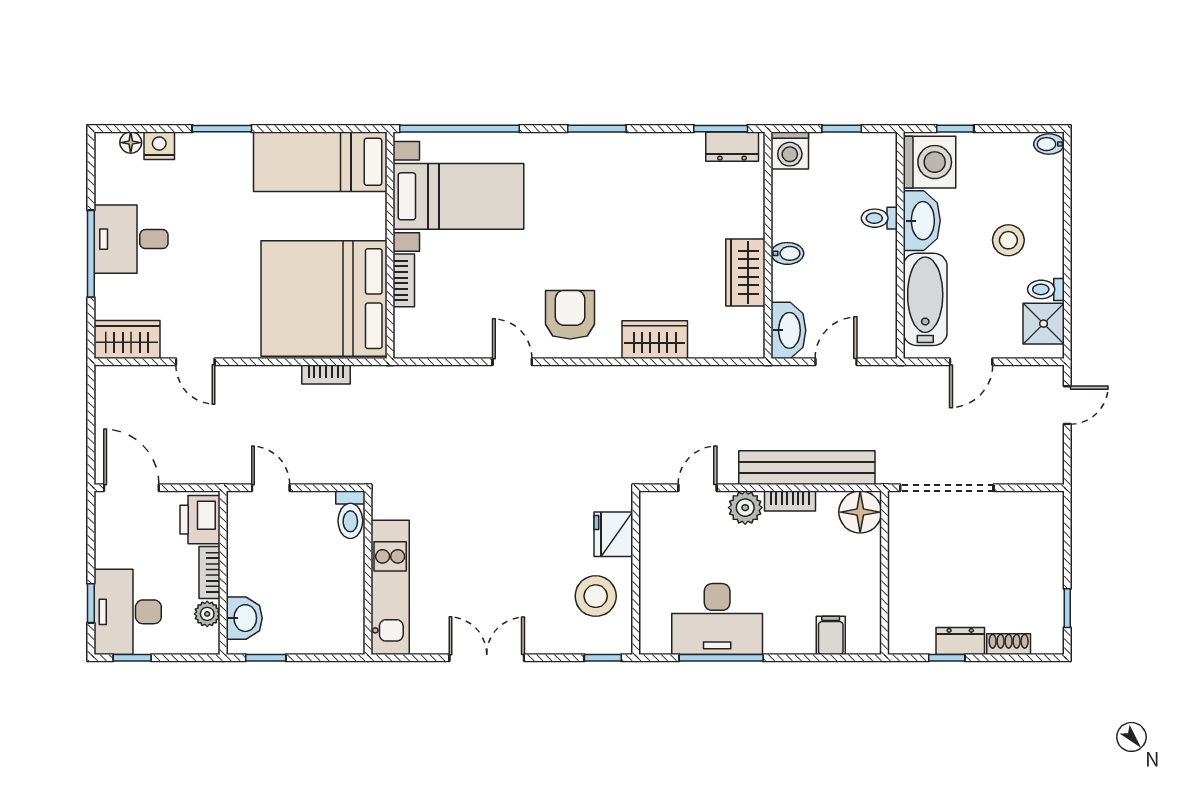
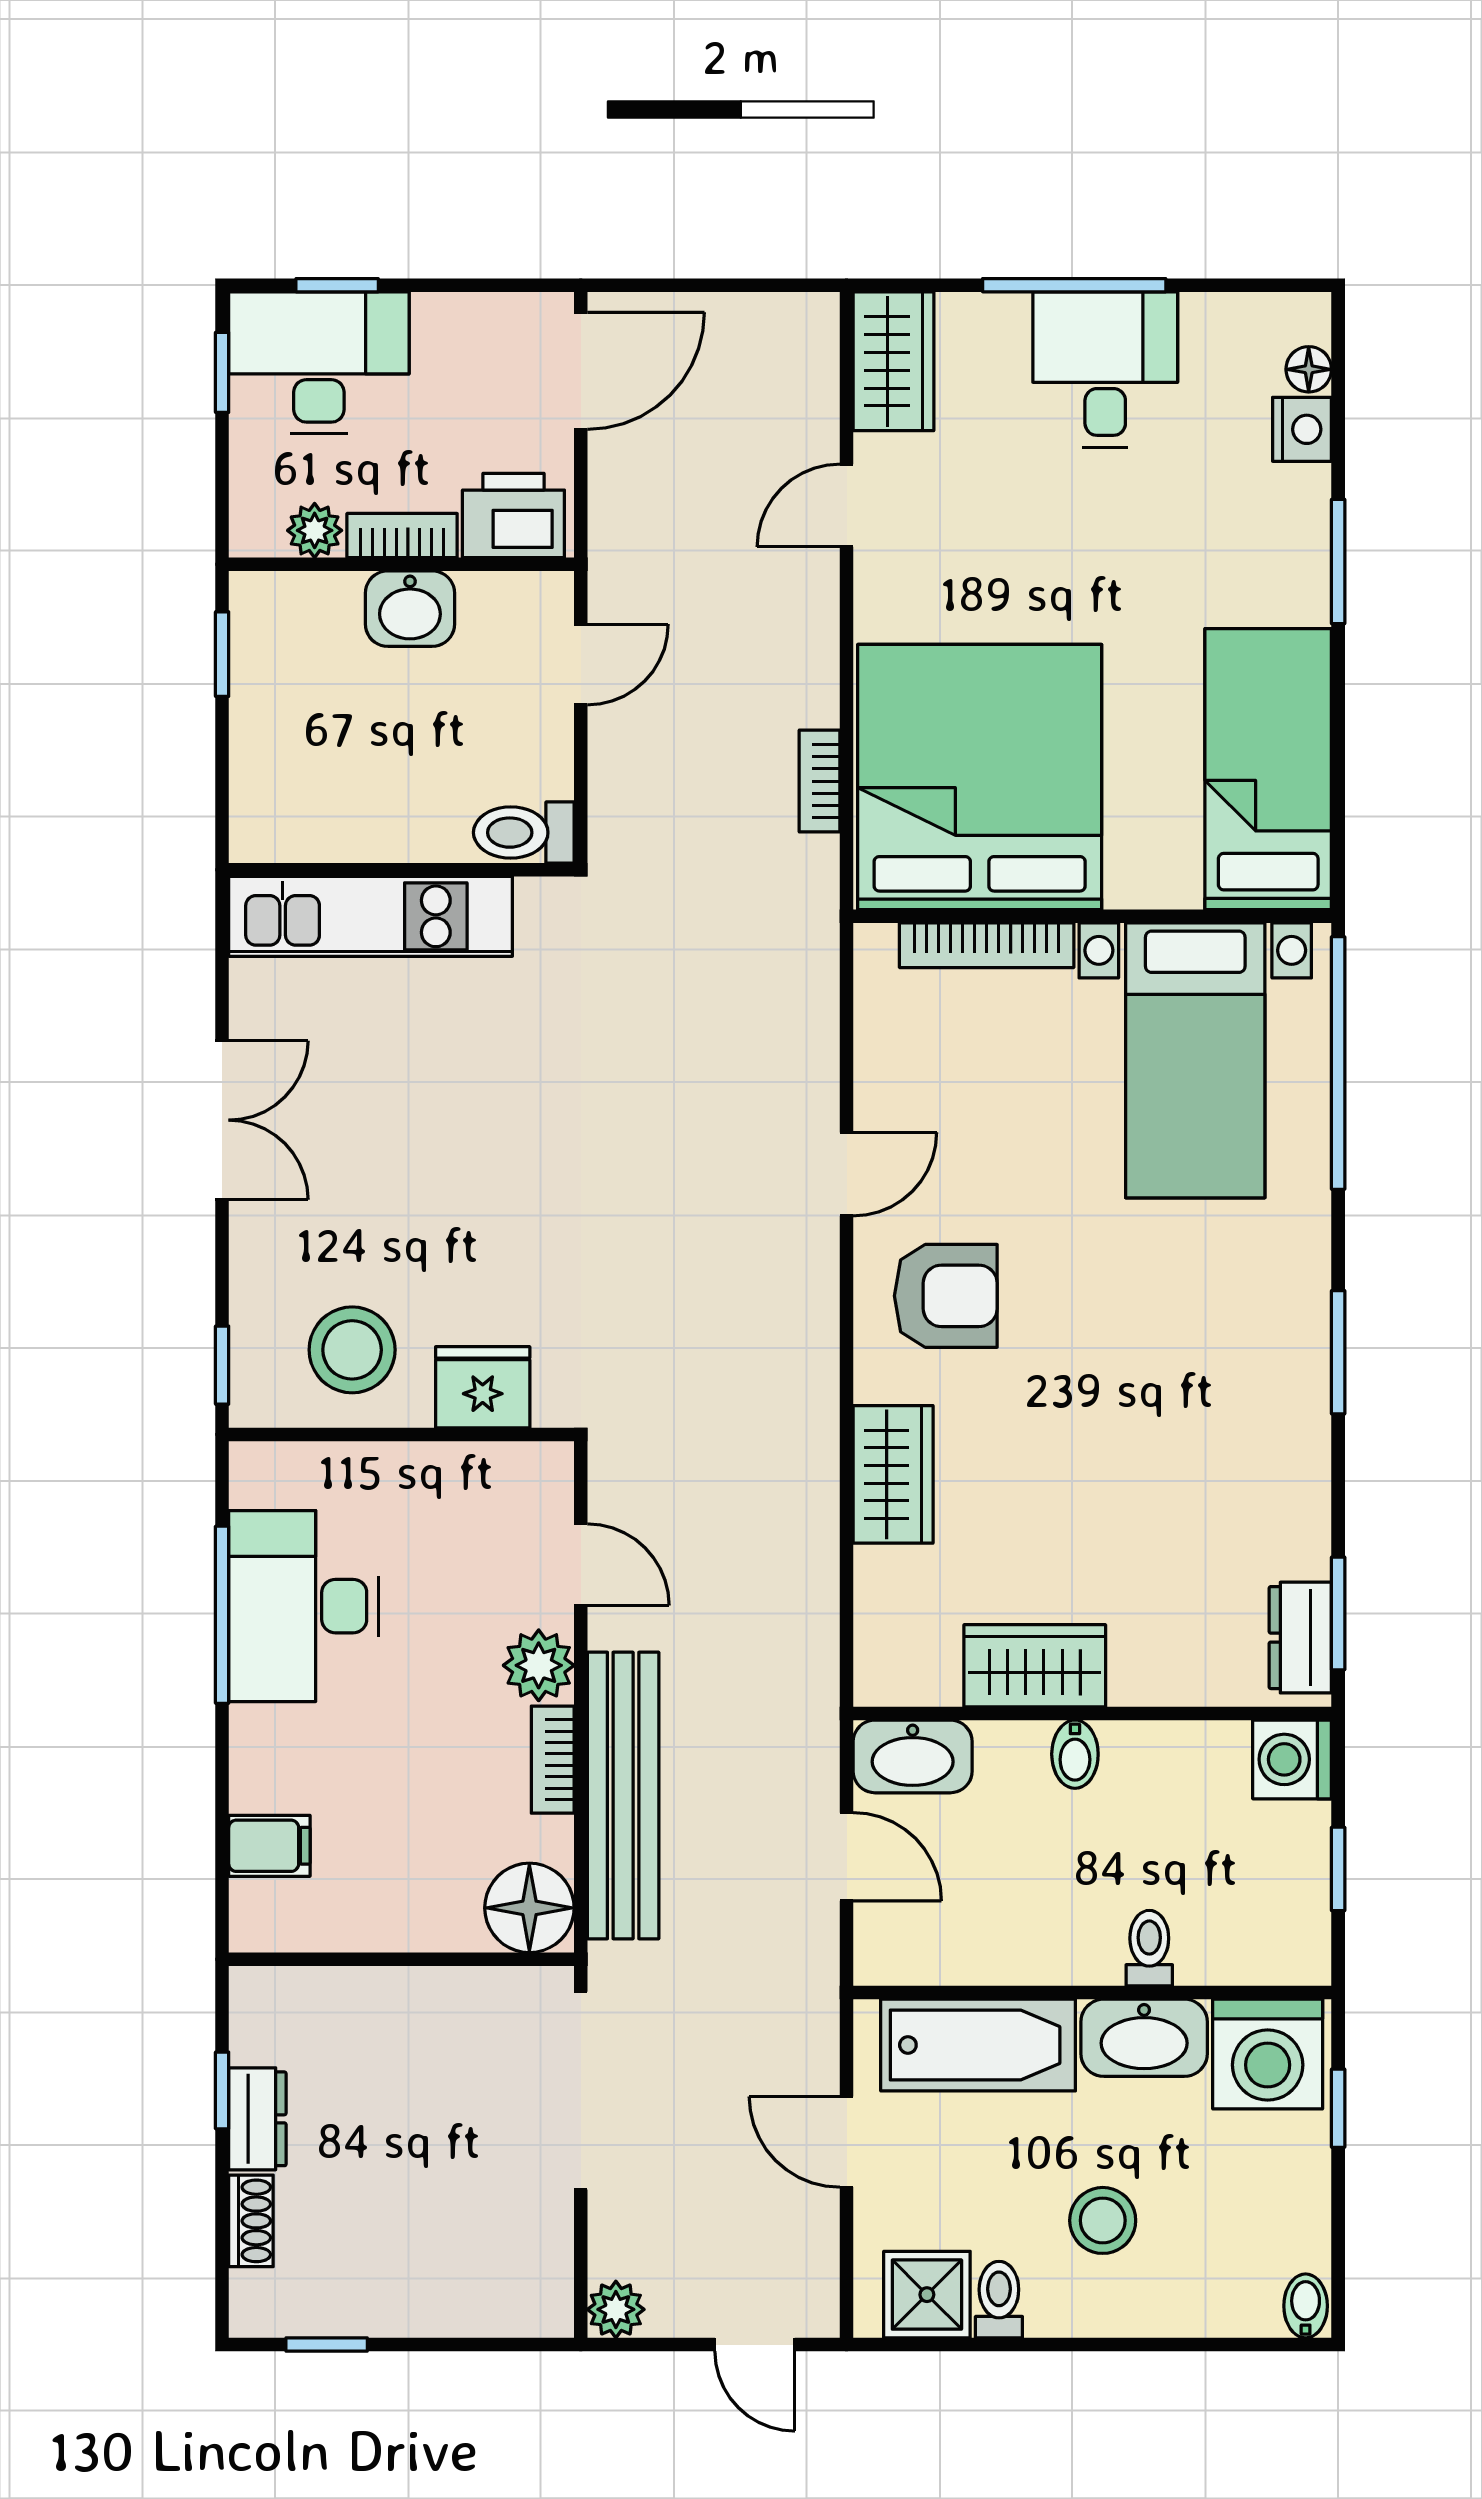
bookcase: (404, 280) -> (987, 945), width x1.56
plant: (1051, 471) -> (616, 2309), added
washbasin: (244, 618) -> (410, 609), moved

